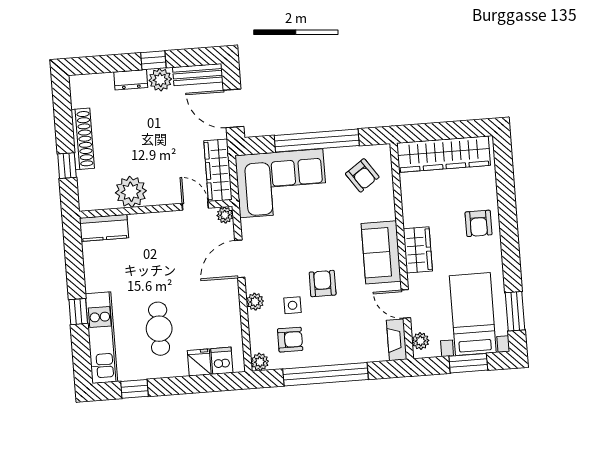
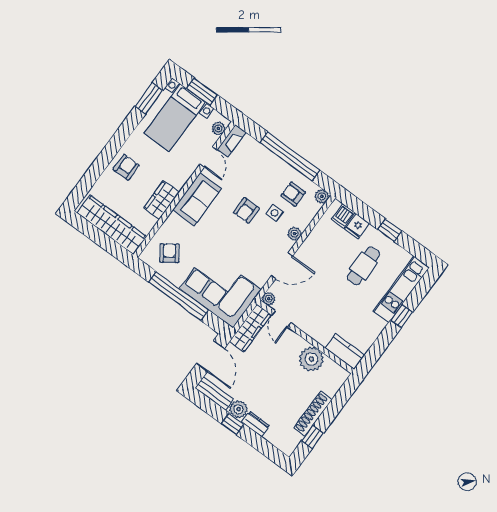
window: (67, 166) -> (313, 437), moved
wardrobe: (418, 250) -> (161, 200), moved
window: (135, 389) -> (390, 230), moved

